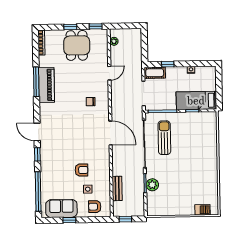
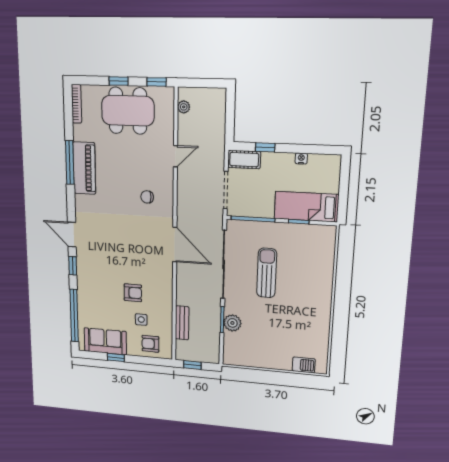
dining table: (77, 45) -> (128, 111), width x1.38
sun lounger: (164, 138) -> (267, 273), moved

